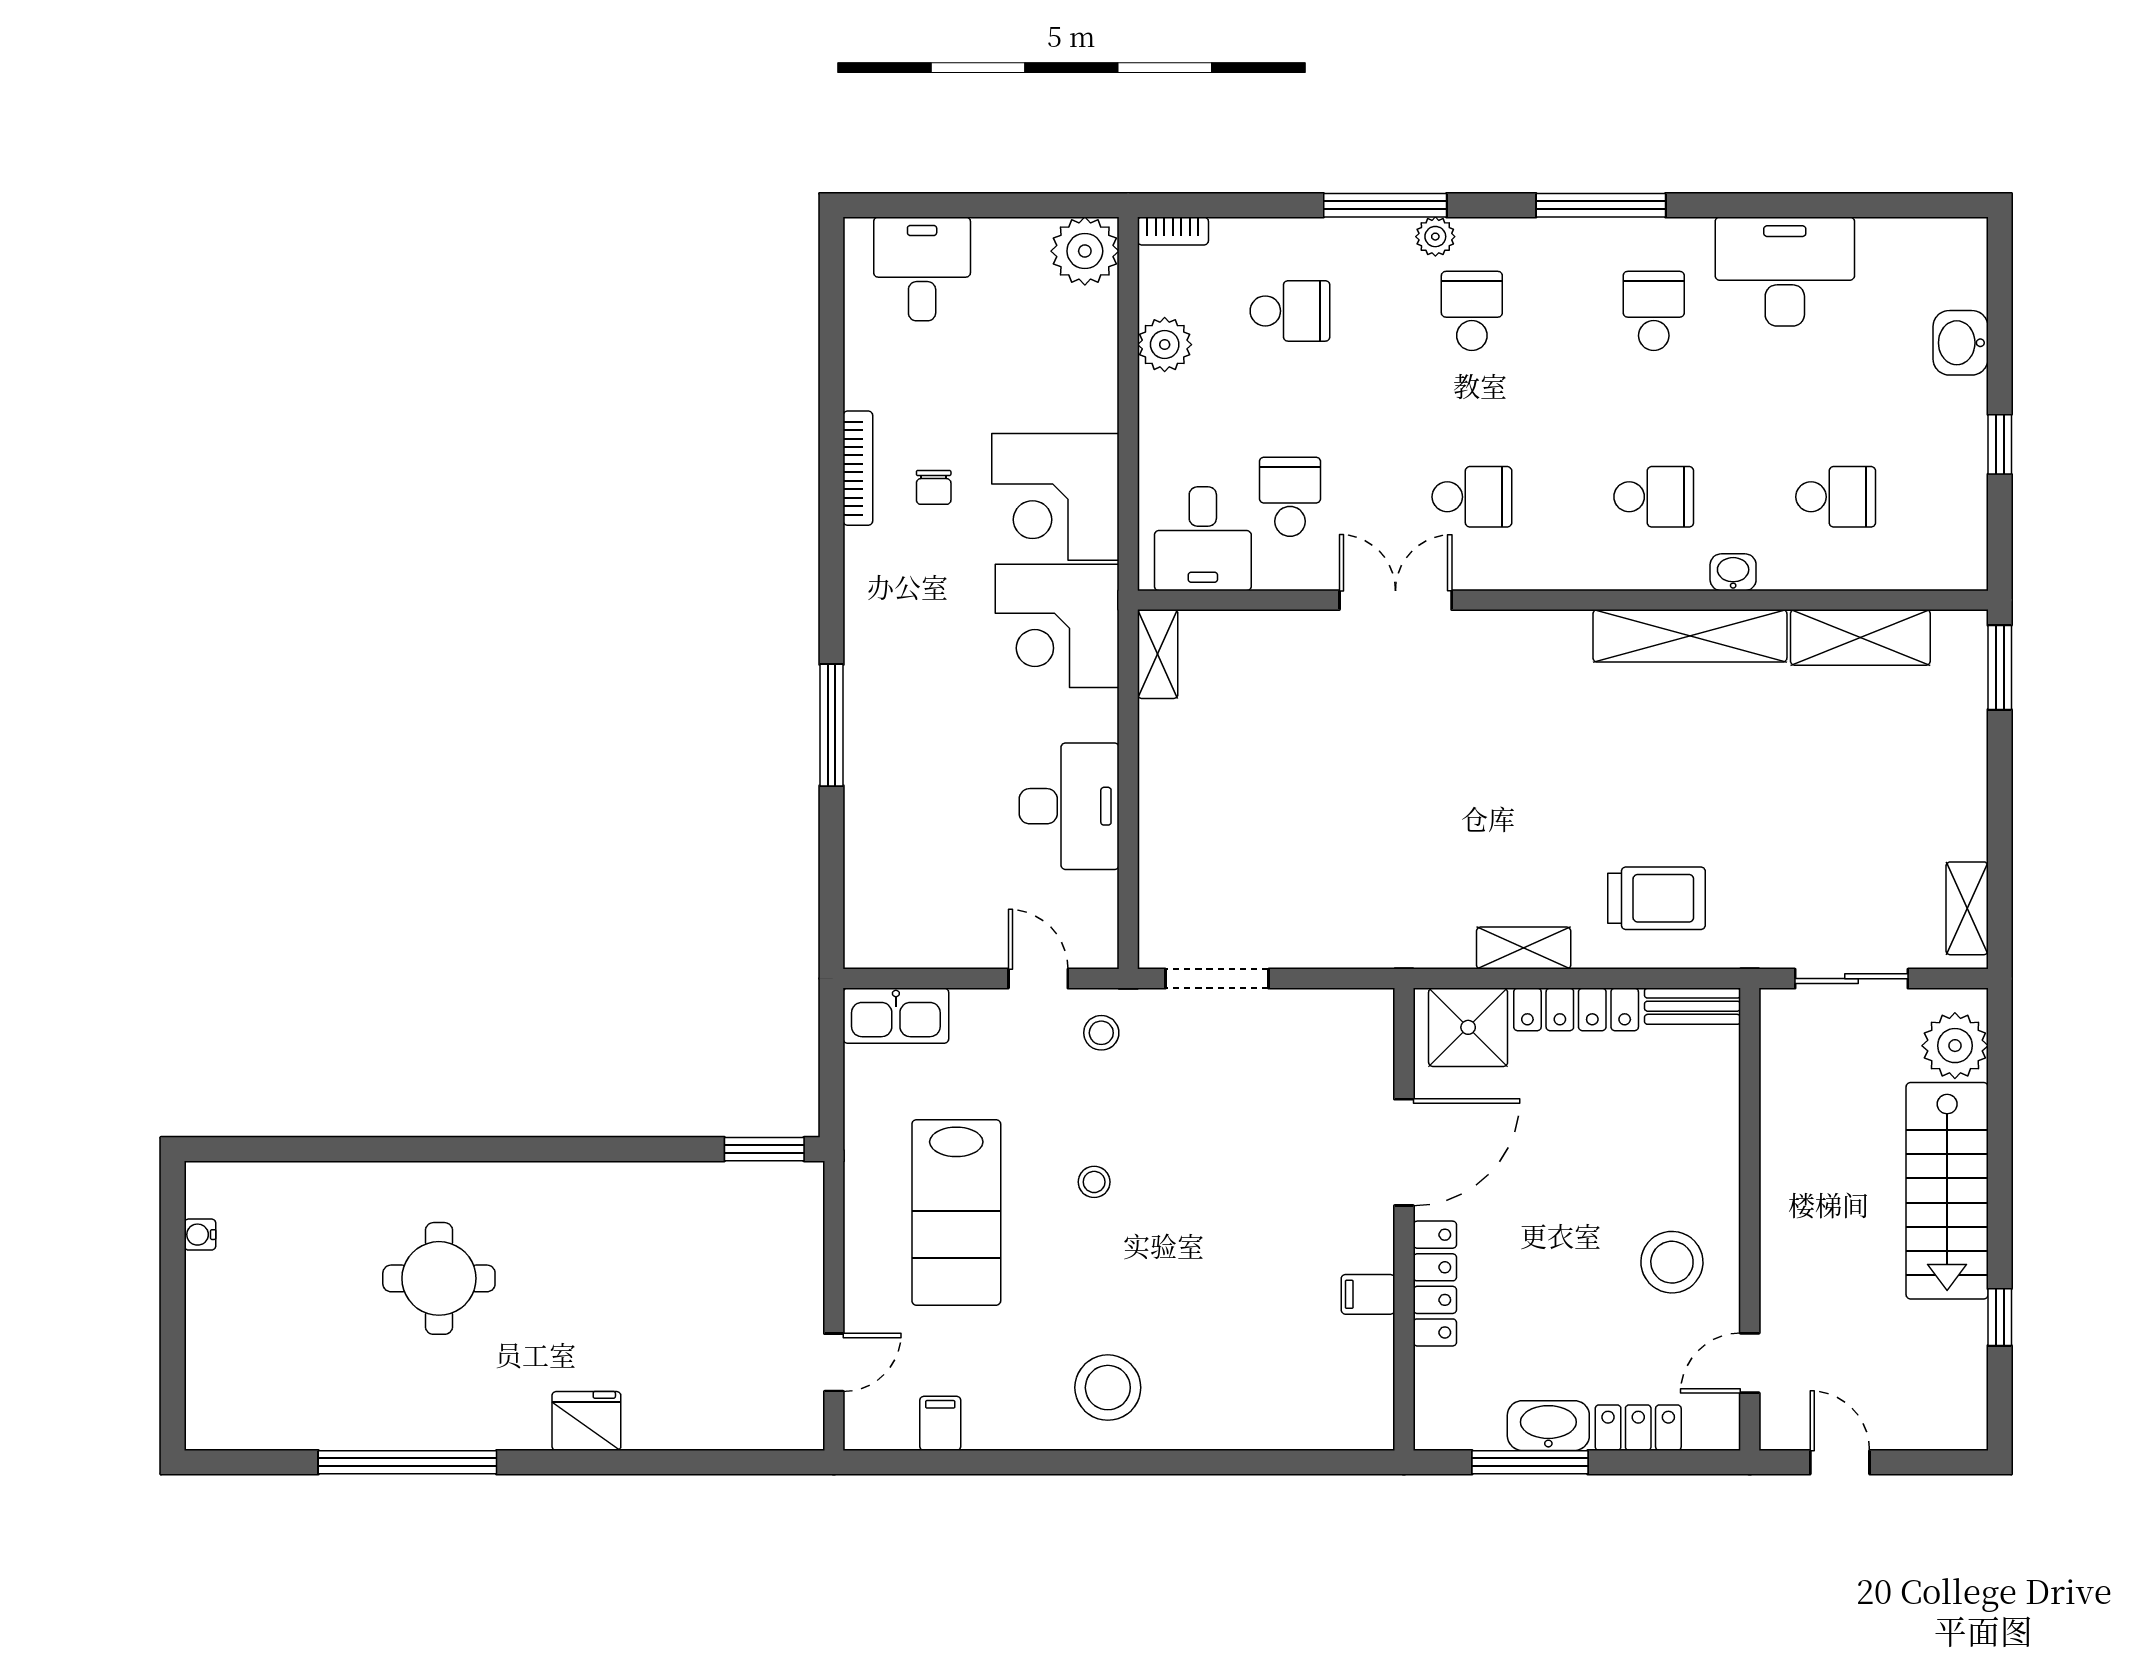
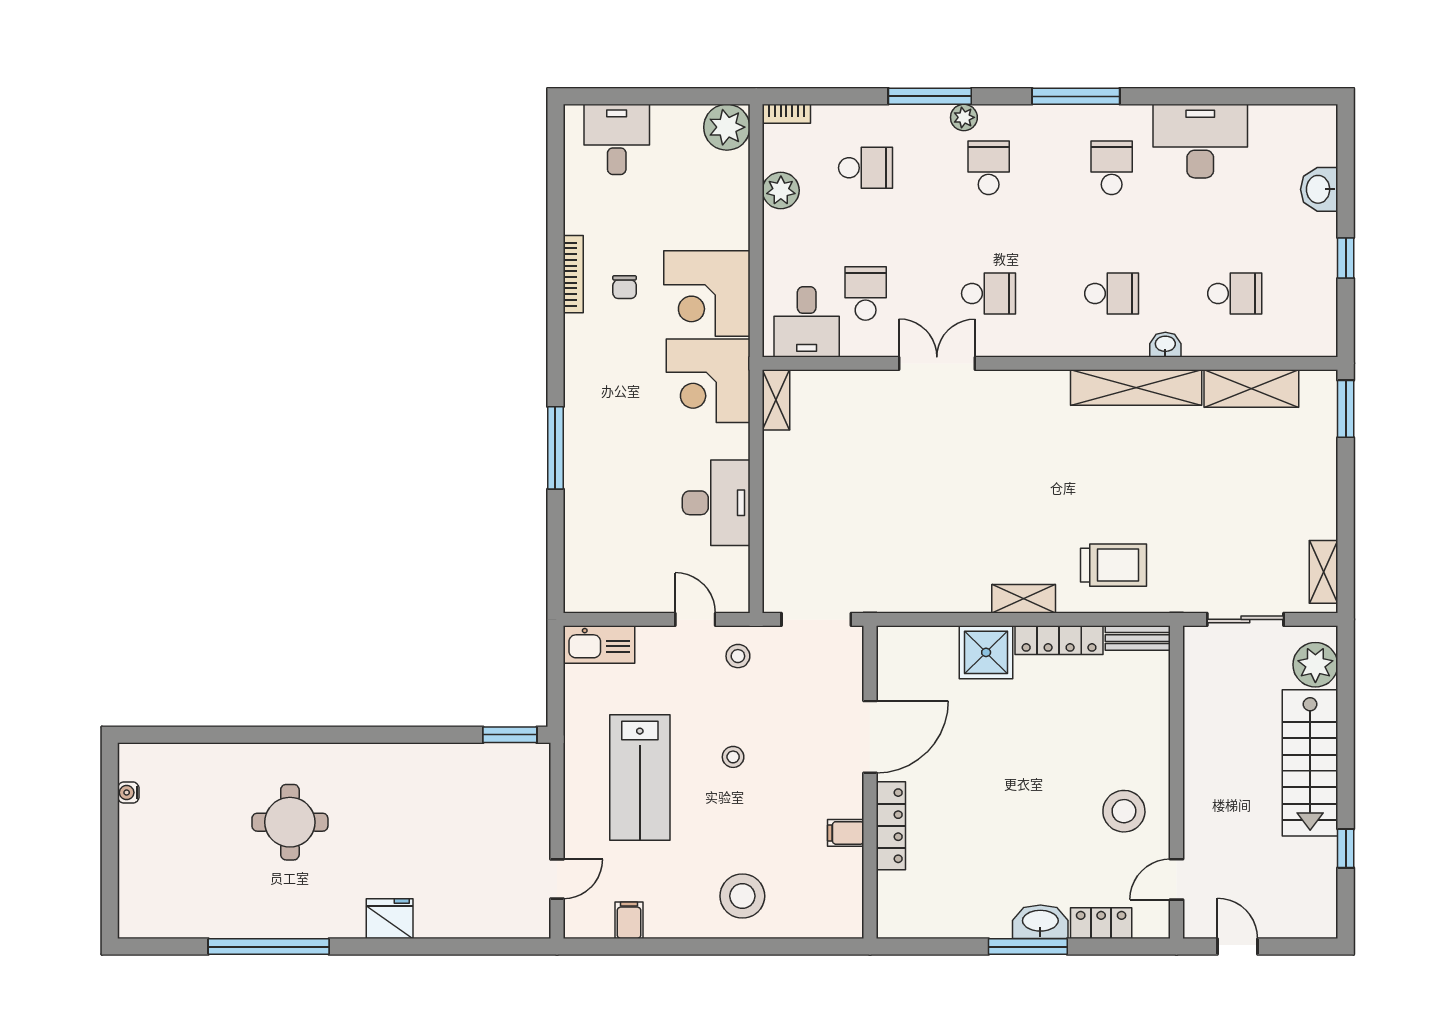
door: (1404, 1152) -> (870, 737), moved
wall: (1404, 1219) -> (870, 782), moved
locker: (1435, 1284) -> (891, 826), moved
filing cabinet: (1368, 1294) -> (846, 833), moved

